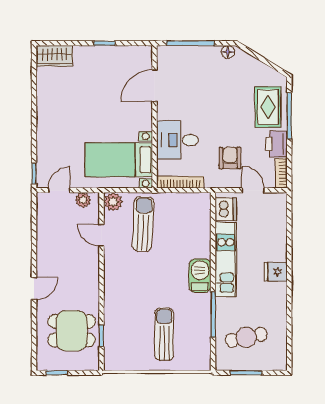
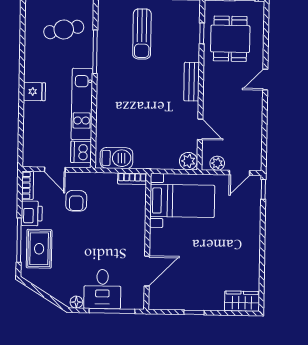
desk: (177, 140) -> (102, 289), moved, turned 90
bookcase: (180, 182) -> (132, 179), width x0.64
sun lounger: (143, 224) -> (160, 139), removed
barbecue: (200, 276) -> (116, 158), moved, turned -90
bench: (111, 285) -> (192, 82), added
dining table: (72, 331) -> (230, 39), turned 90

